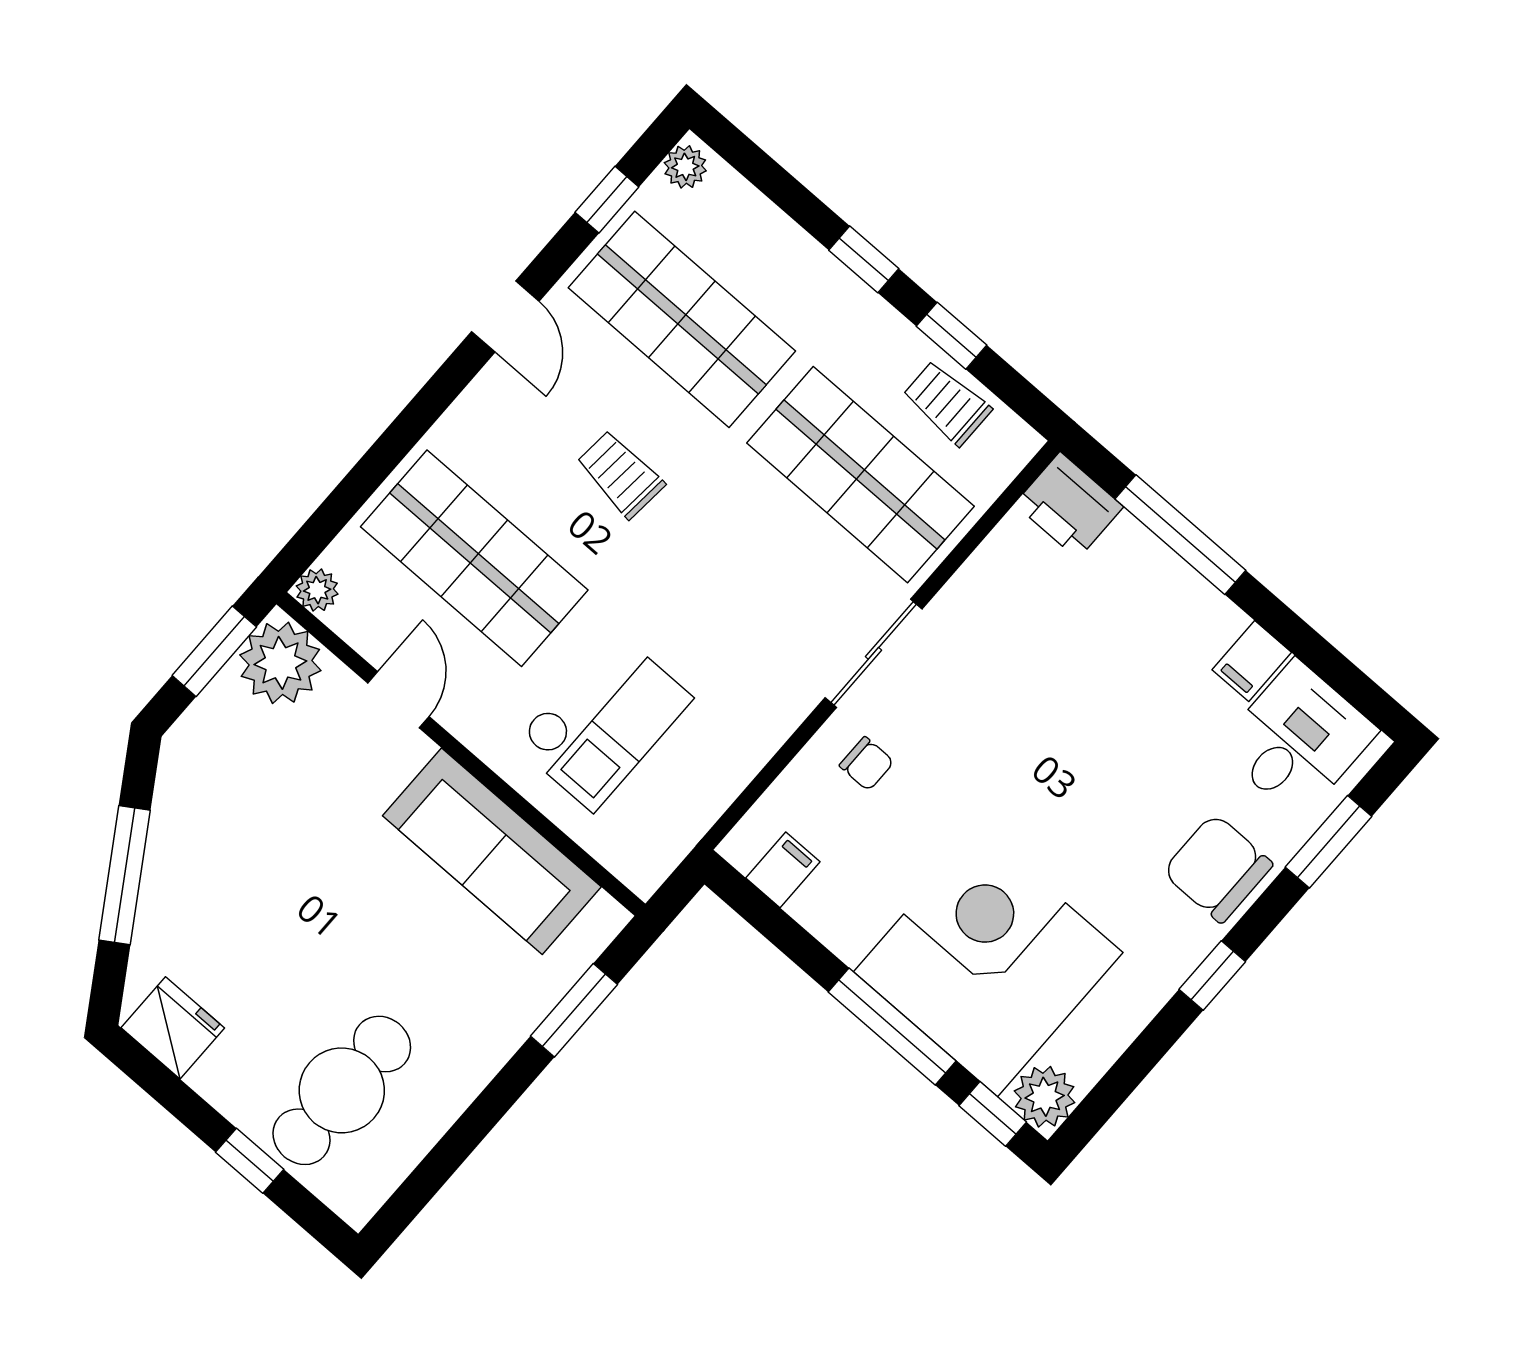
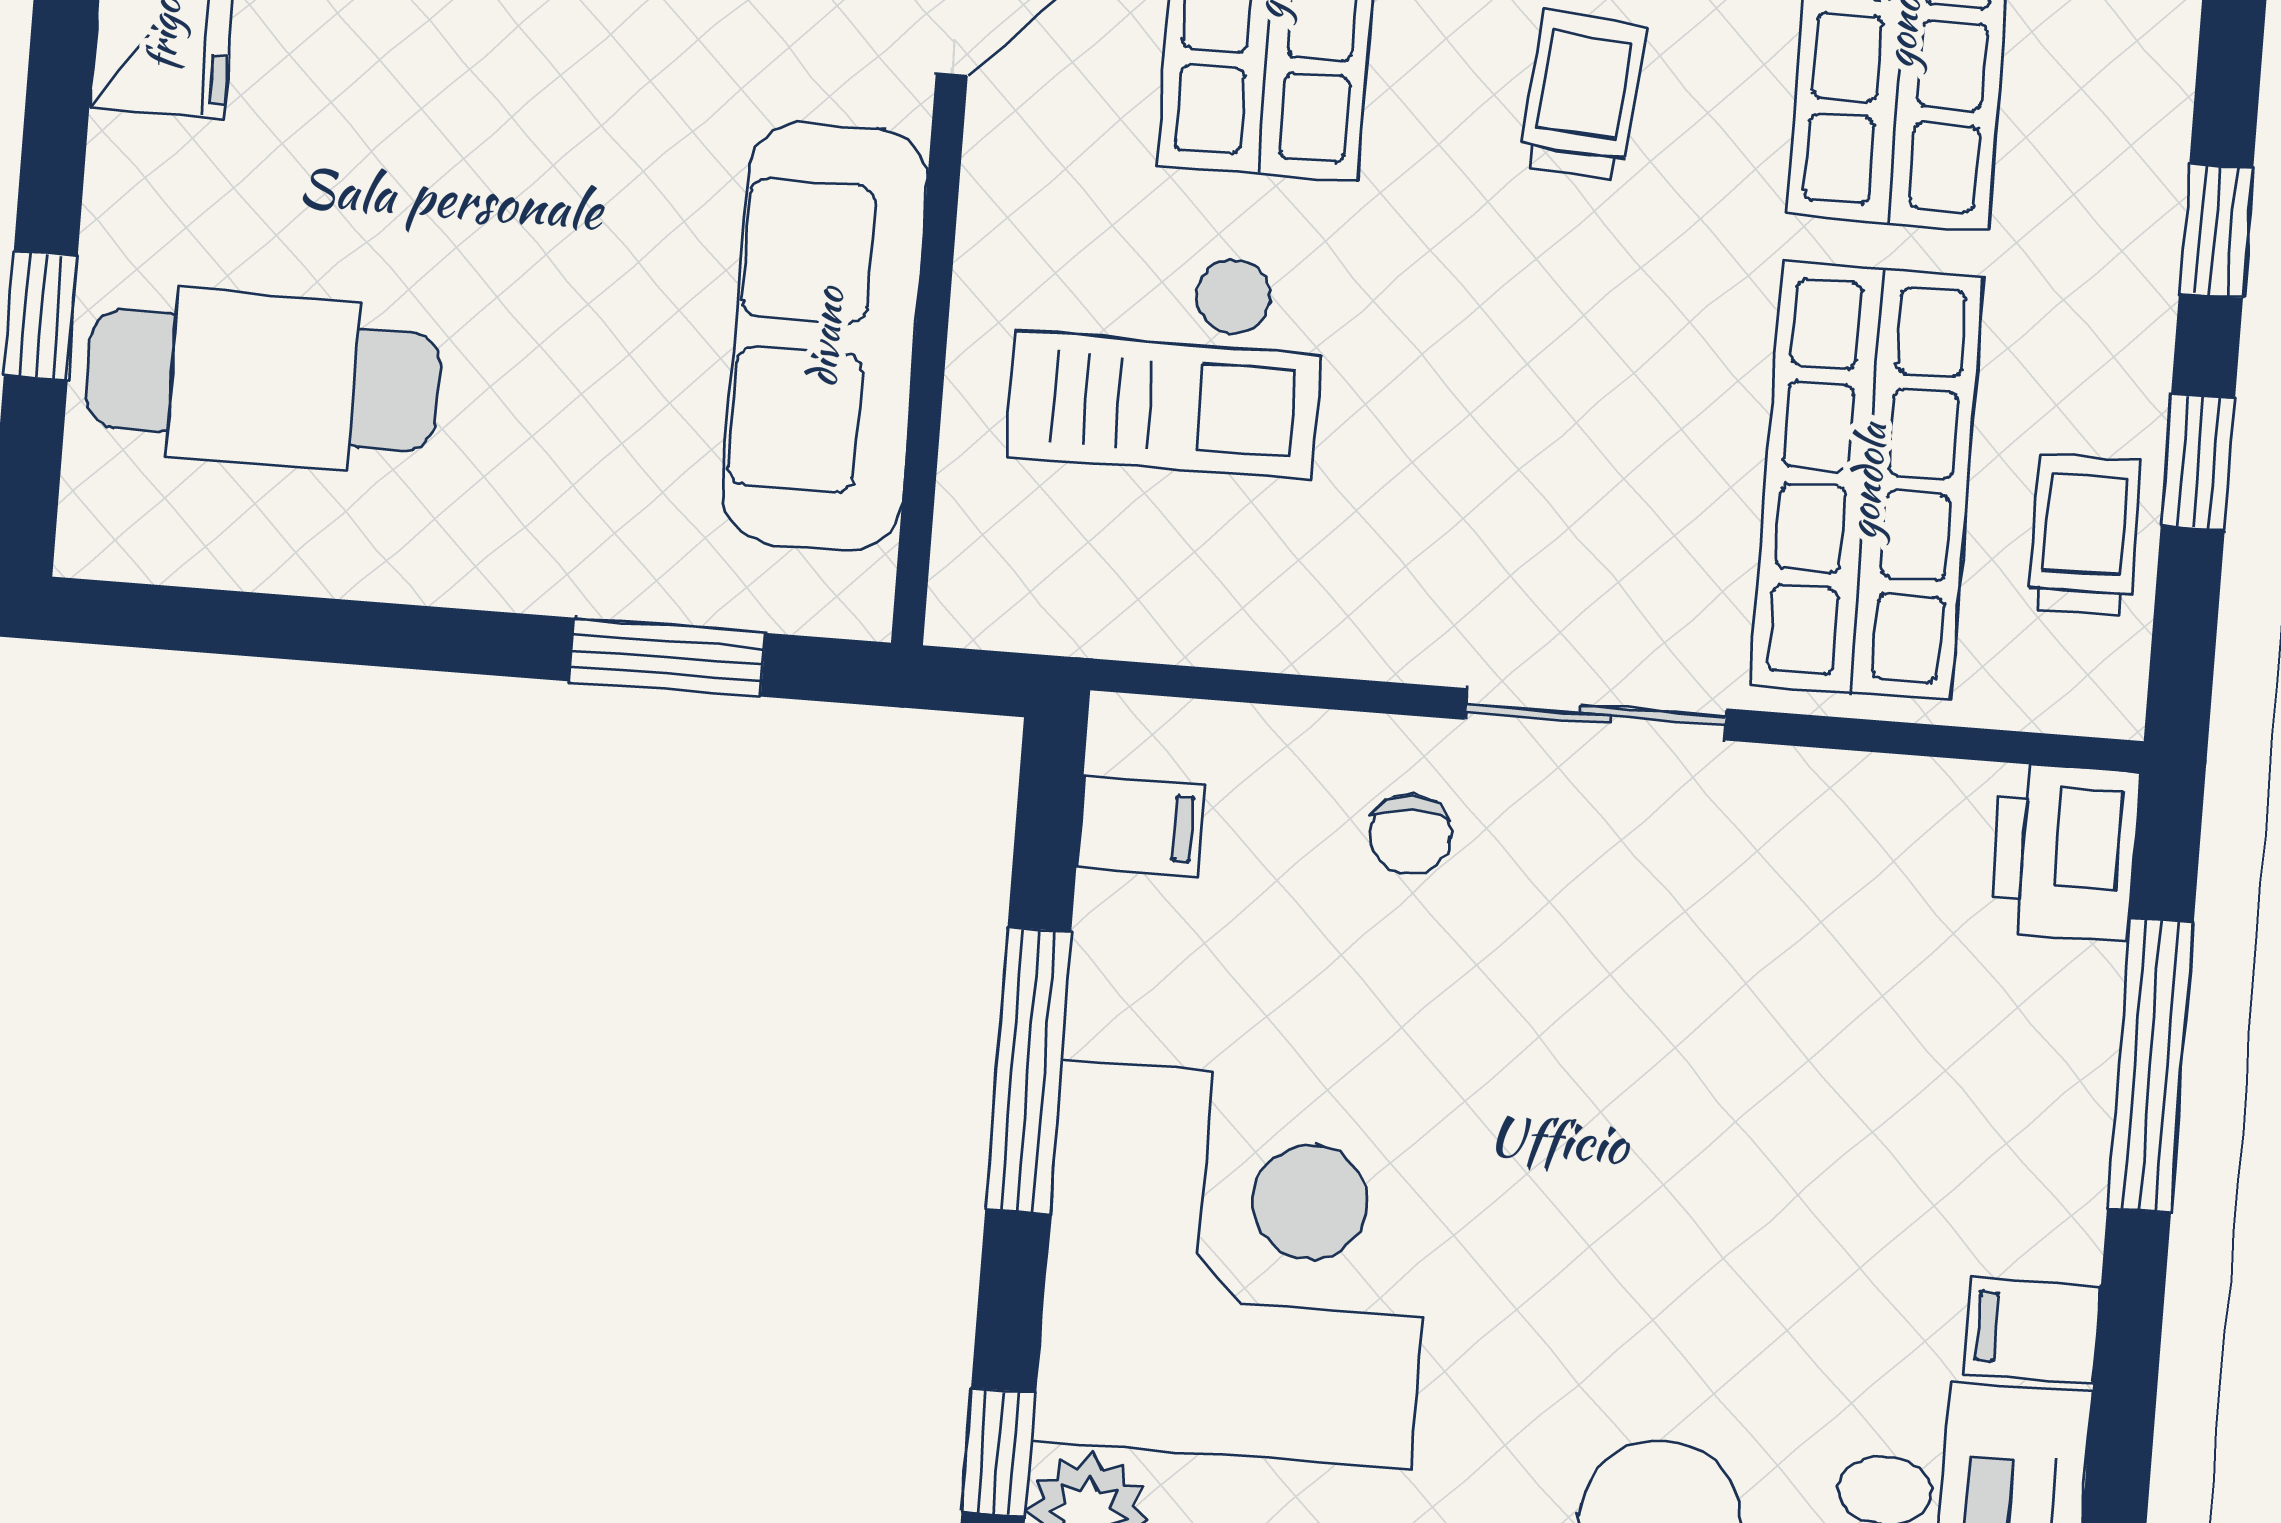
window: (892, 1026) -> (1028, 1070), moved

